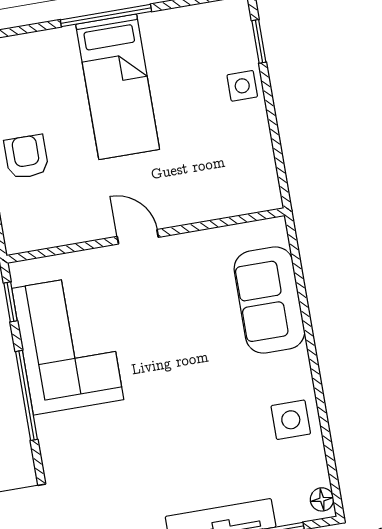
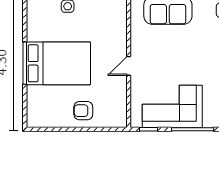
bed: (118, 87) -> (58, 63), width x1.50

